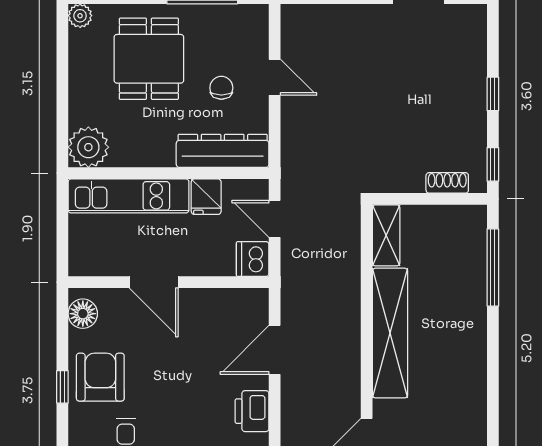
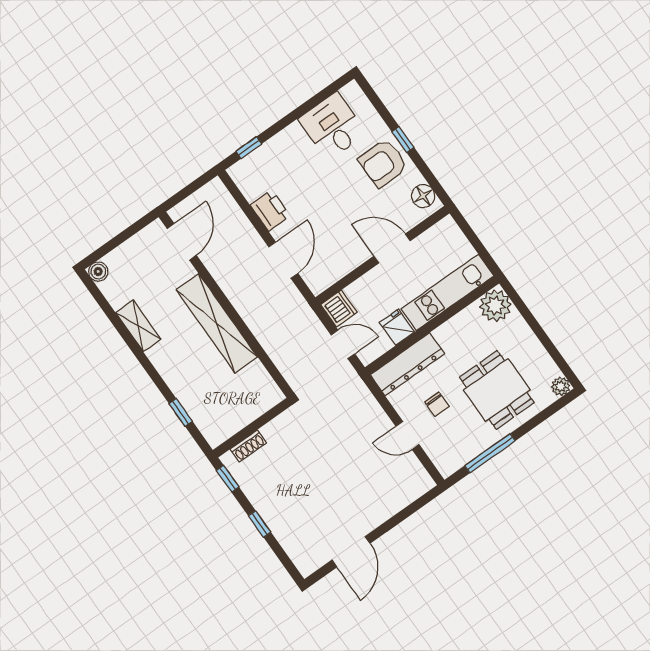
shelving: (386, 235) -> (138, 326), moved
window: (493, 267) -> (181, 412), width x0.46
armchair: (100, 377) -> (383, 163), turned 90

